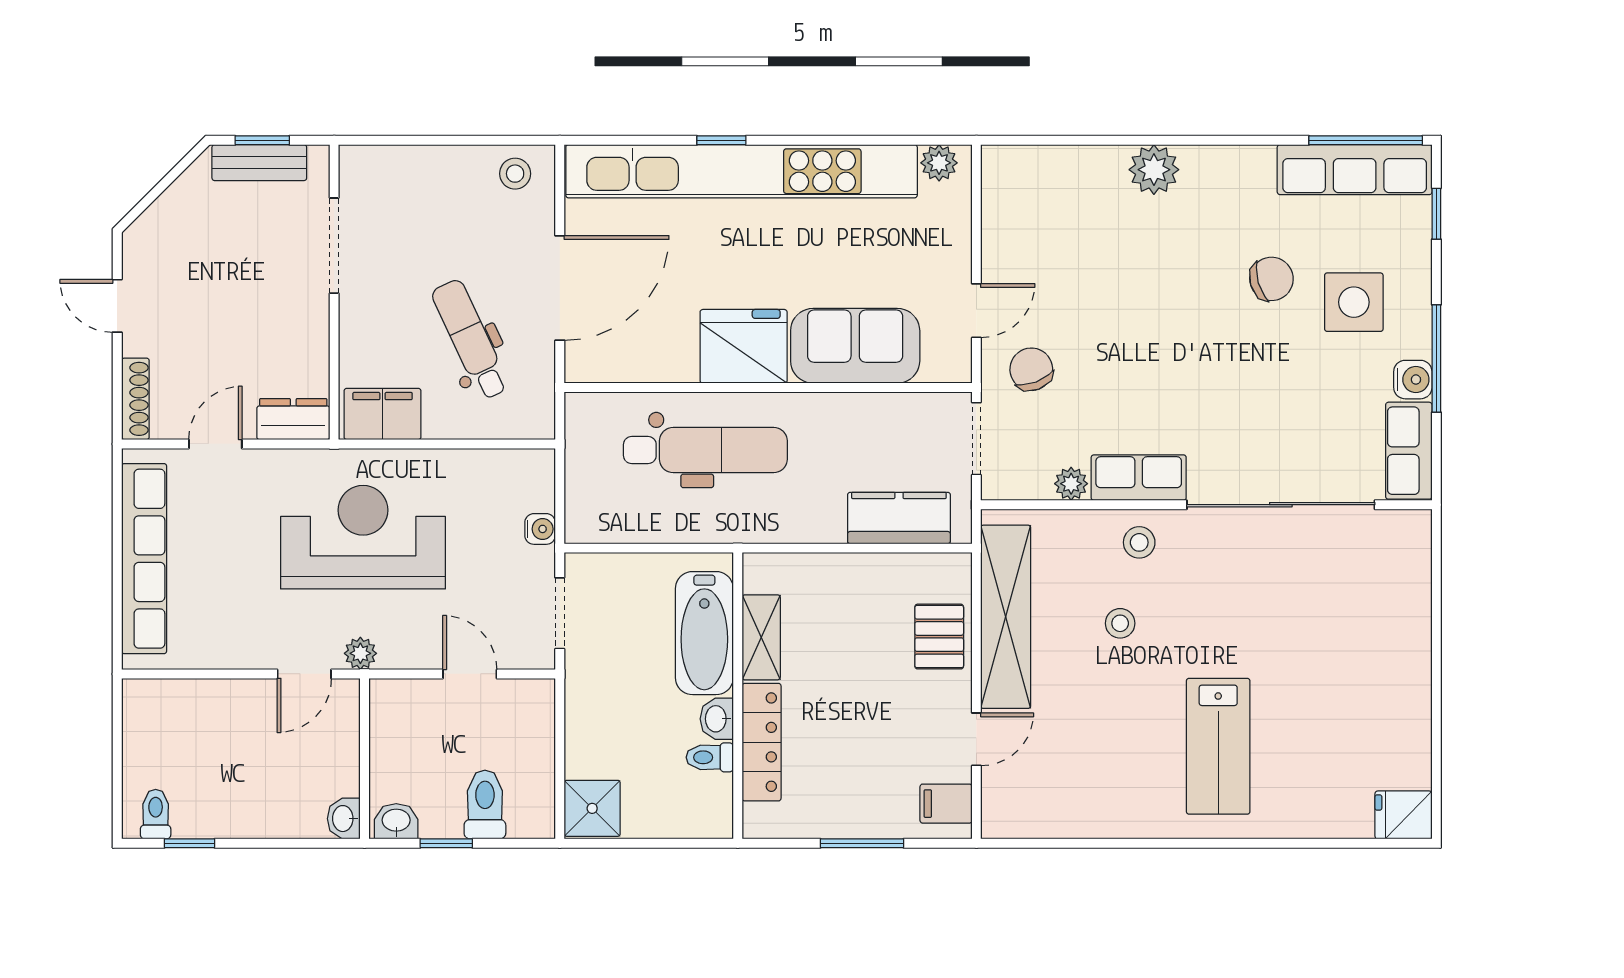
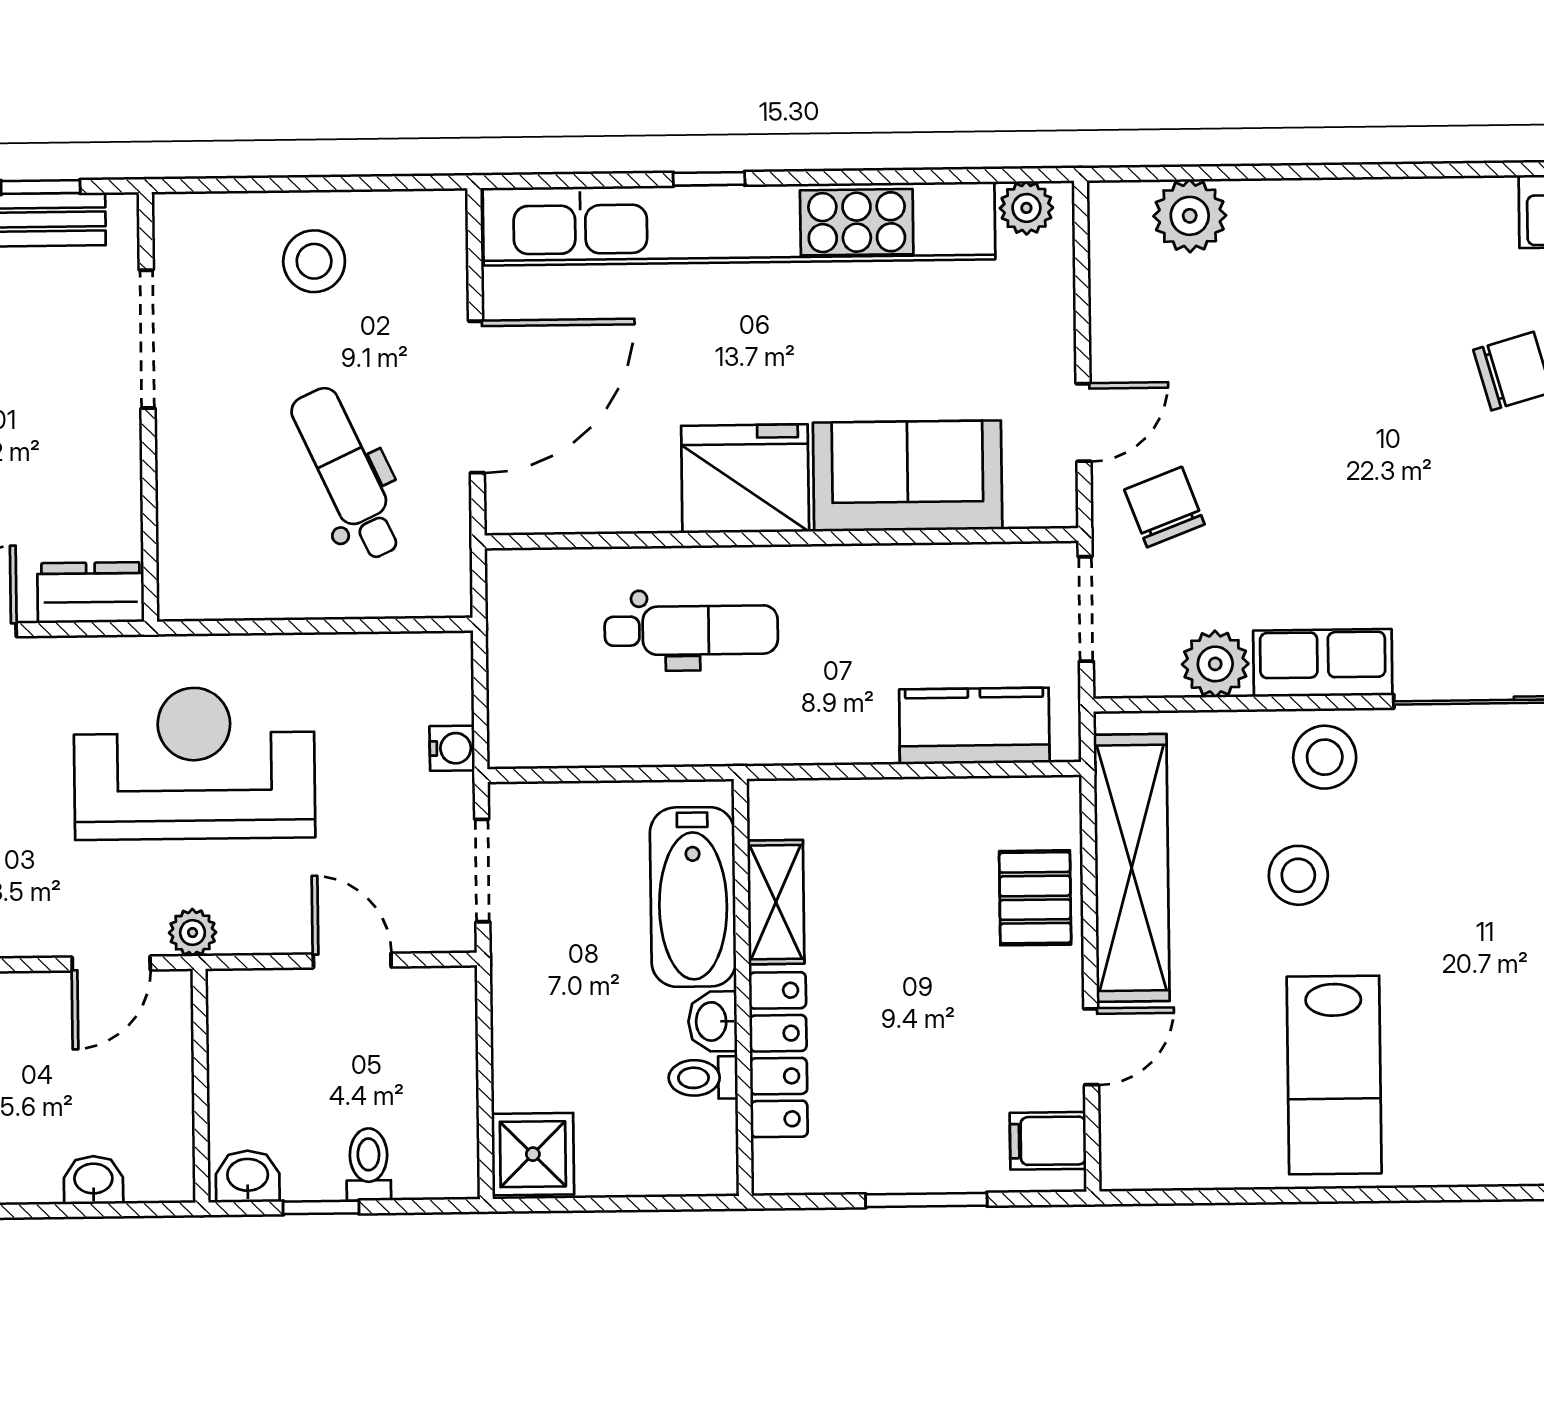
plant: (1154, 170) -> (1190, 216), moved
stool: (515, 174) -> (314, 261), moved, width x1.37, depth x1.37
filing cabinet: (383, 414) -> (221, 584), removed
dental chair: (705, 450) -> (691, 630), width x0.73, depth x0.72
plant: (1071, 484) -> (1215, 664), width x1.38, depth x1.38
stool: (1139, 542) -> (1325, 757), width x1.37, depth x1.37
stool: (1120, 623) -> (1298, 875), width x1.37, depth x1.37
lab bench: (1218, 746) -> (1334, 1075), moved
toilet: (485, 805) -> (369, 1164), width x0.73, depth x0.72
washbasin: (344, 819) -> (93, 1180), moved, turned 90

